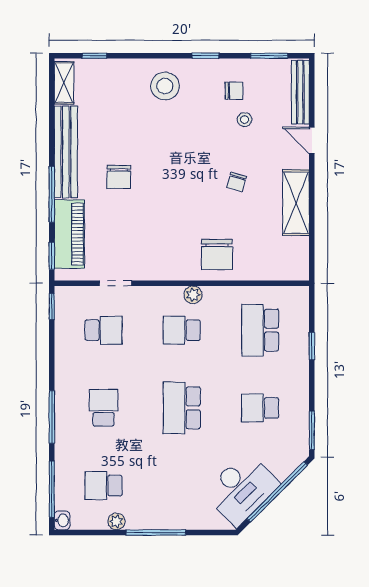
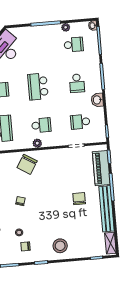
chair: (217, 254) -> (27, 164), turned -148
washbasin: (66, 371) -> (97, 100), added
school desk: (182, 408) -> (38, 87), turned 180

